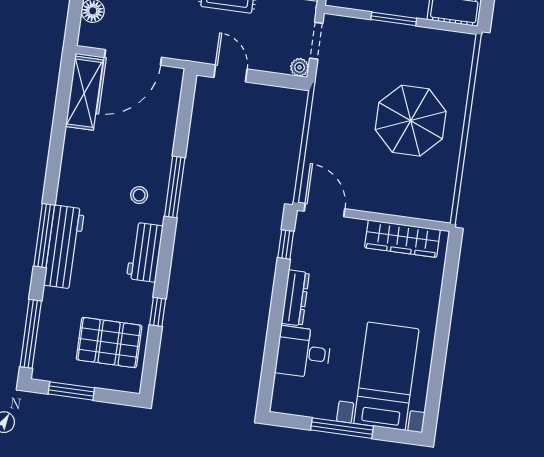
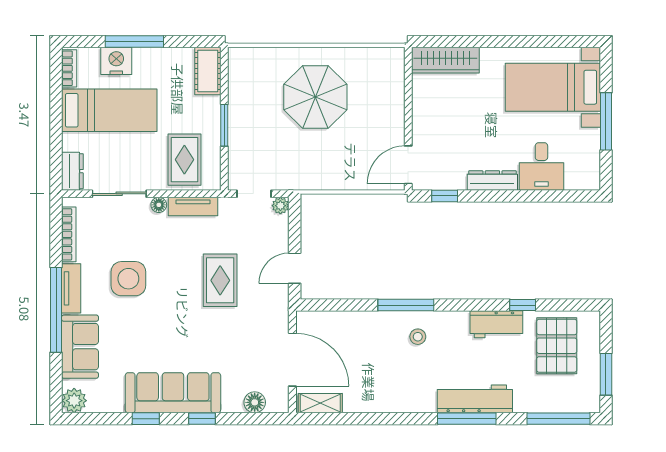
shelving: (84, 93) -> (320, 403), width x0.67, depth x0.75
wardrobe: (402, 239) -> (445, 60), moved, turned 90
workbench: (145, 252) -> (496, 324), moved

